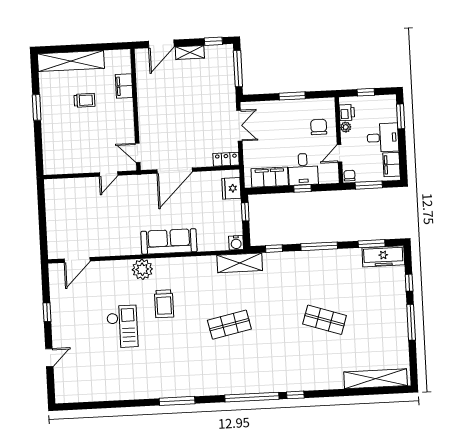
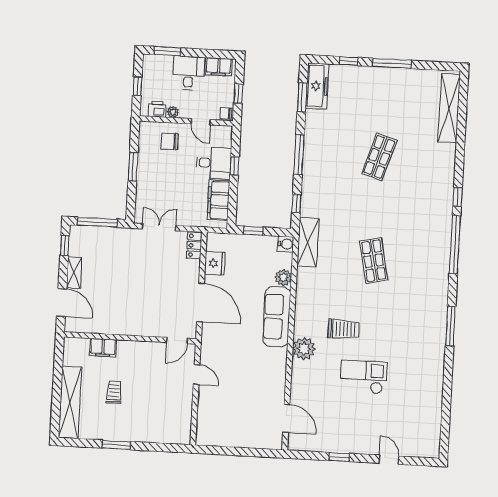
window: (369, 185) -> (238, 94), width x0.67
fridge: (231, 188) -> (215, 263), moved, turned -90
plant: (205, 244) -> (283, 277), added

